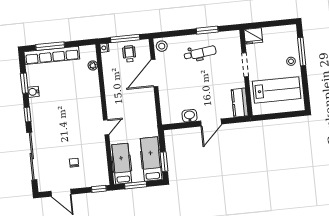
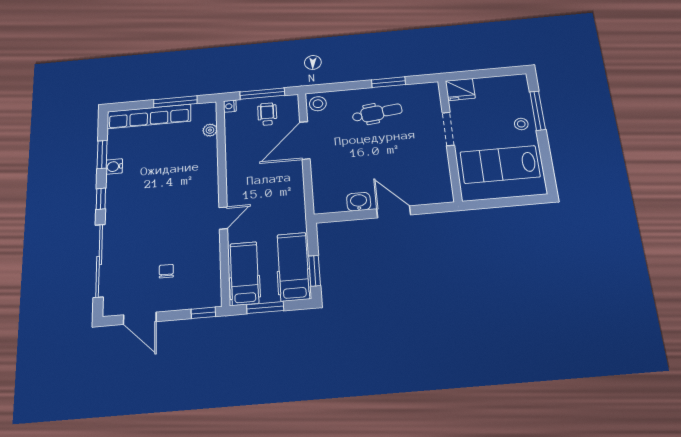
window: (50, 46) -> (175, 102), moved
lab bench: (277, 90) -> (500, 164), turned 180
kitchen counter: (240, 103) -> (440, 183), removed
door: (211, 123) -> (394, 212), swing flipped

